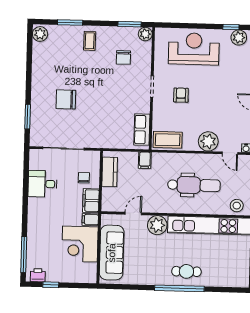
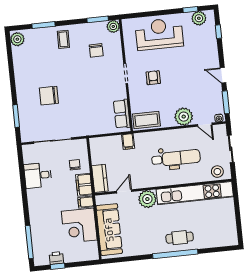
kitchen counter: (110, 172) -> (100, 178), moved
printer: (38, 275) -> (56, 258), moved

